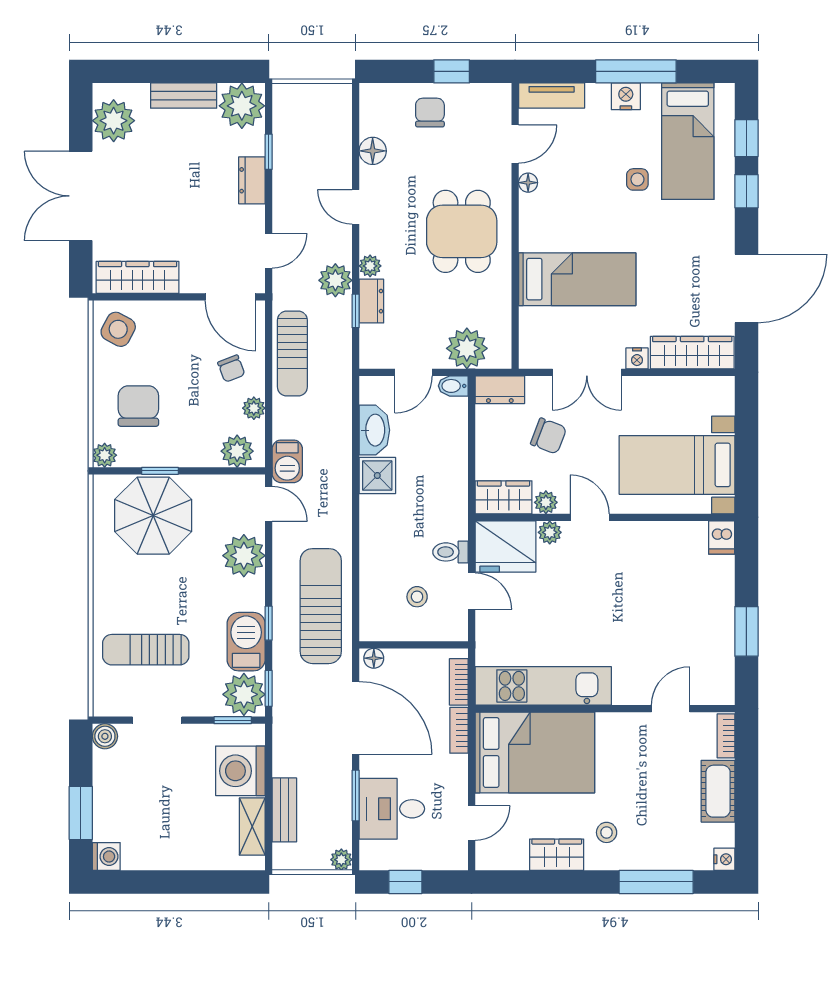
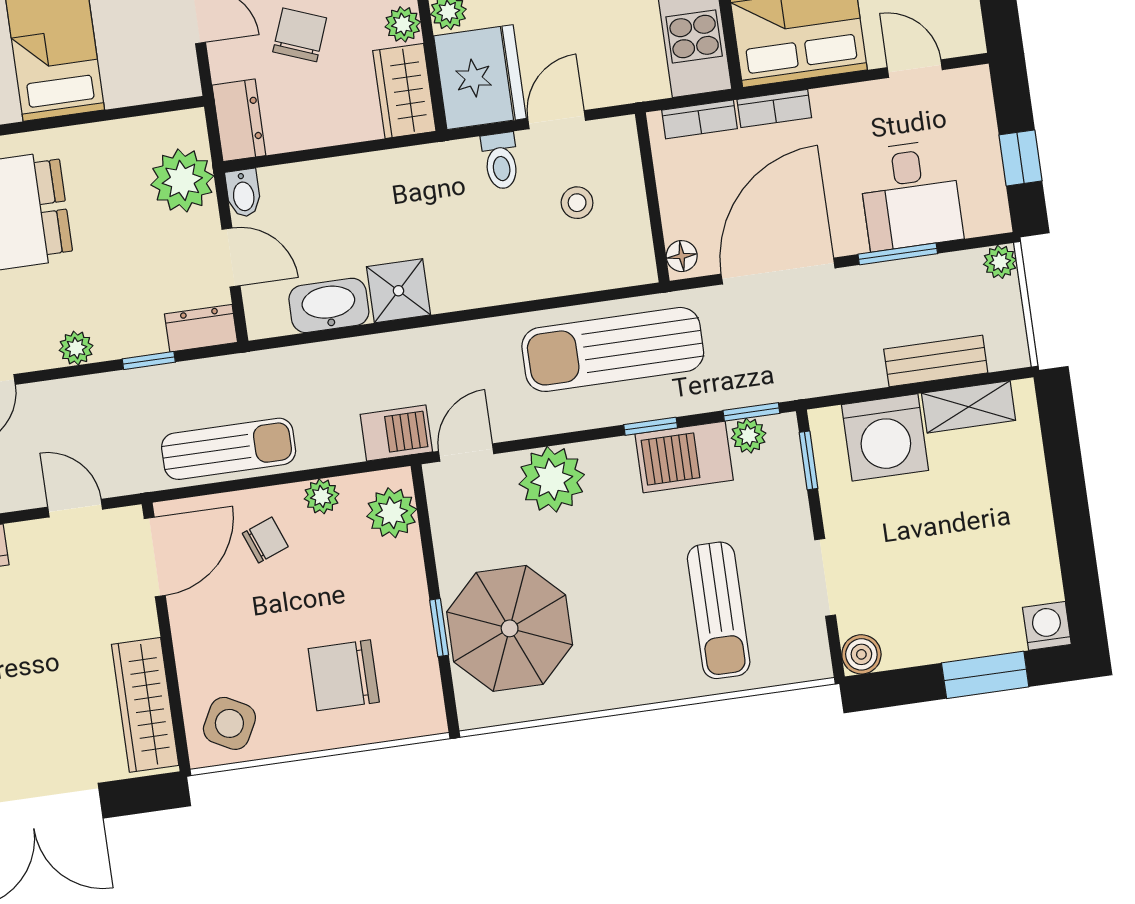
plant: (335, 280) -> (106, 398), removed
dresser: (371, 301) -> (201, 328), moved
plant: (105, 455) -> (427, 717), removed
plant: (244, 694) -> (749, 436), width x0.53, depth x0.53

